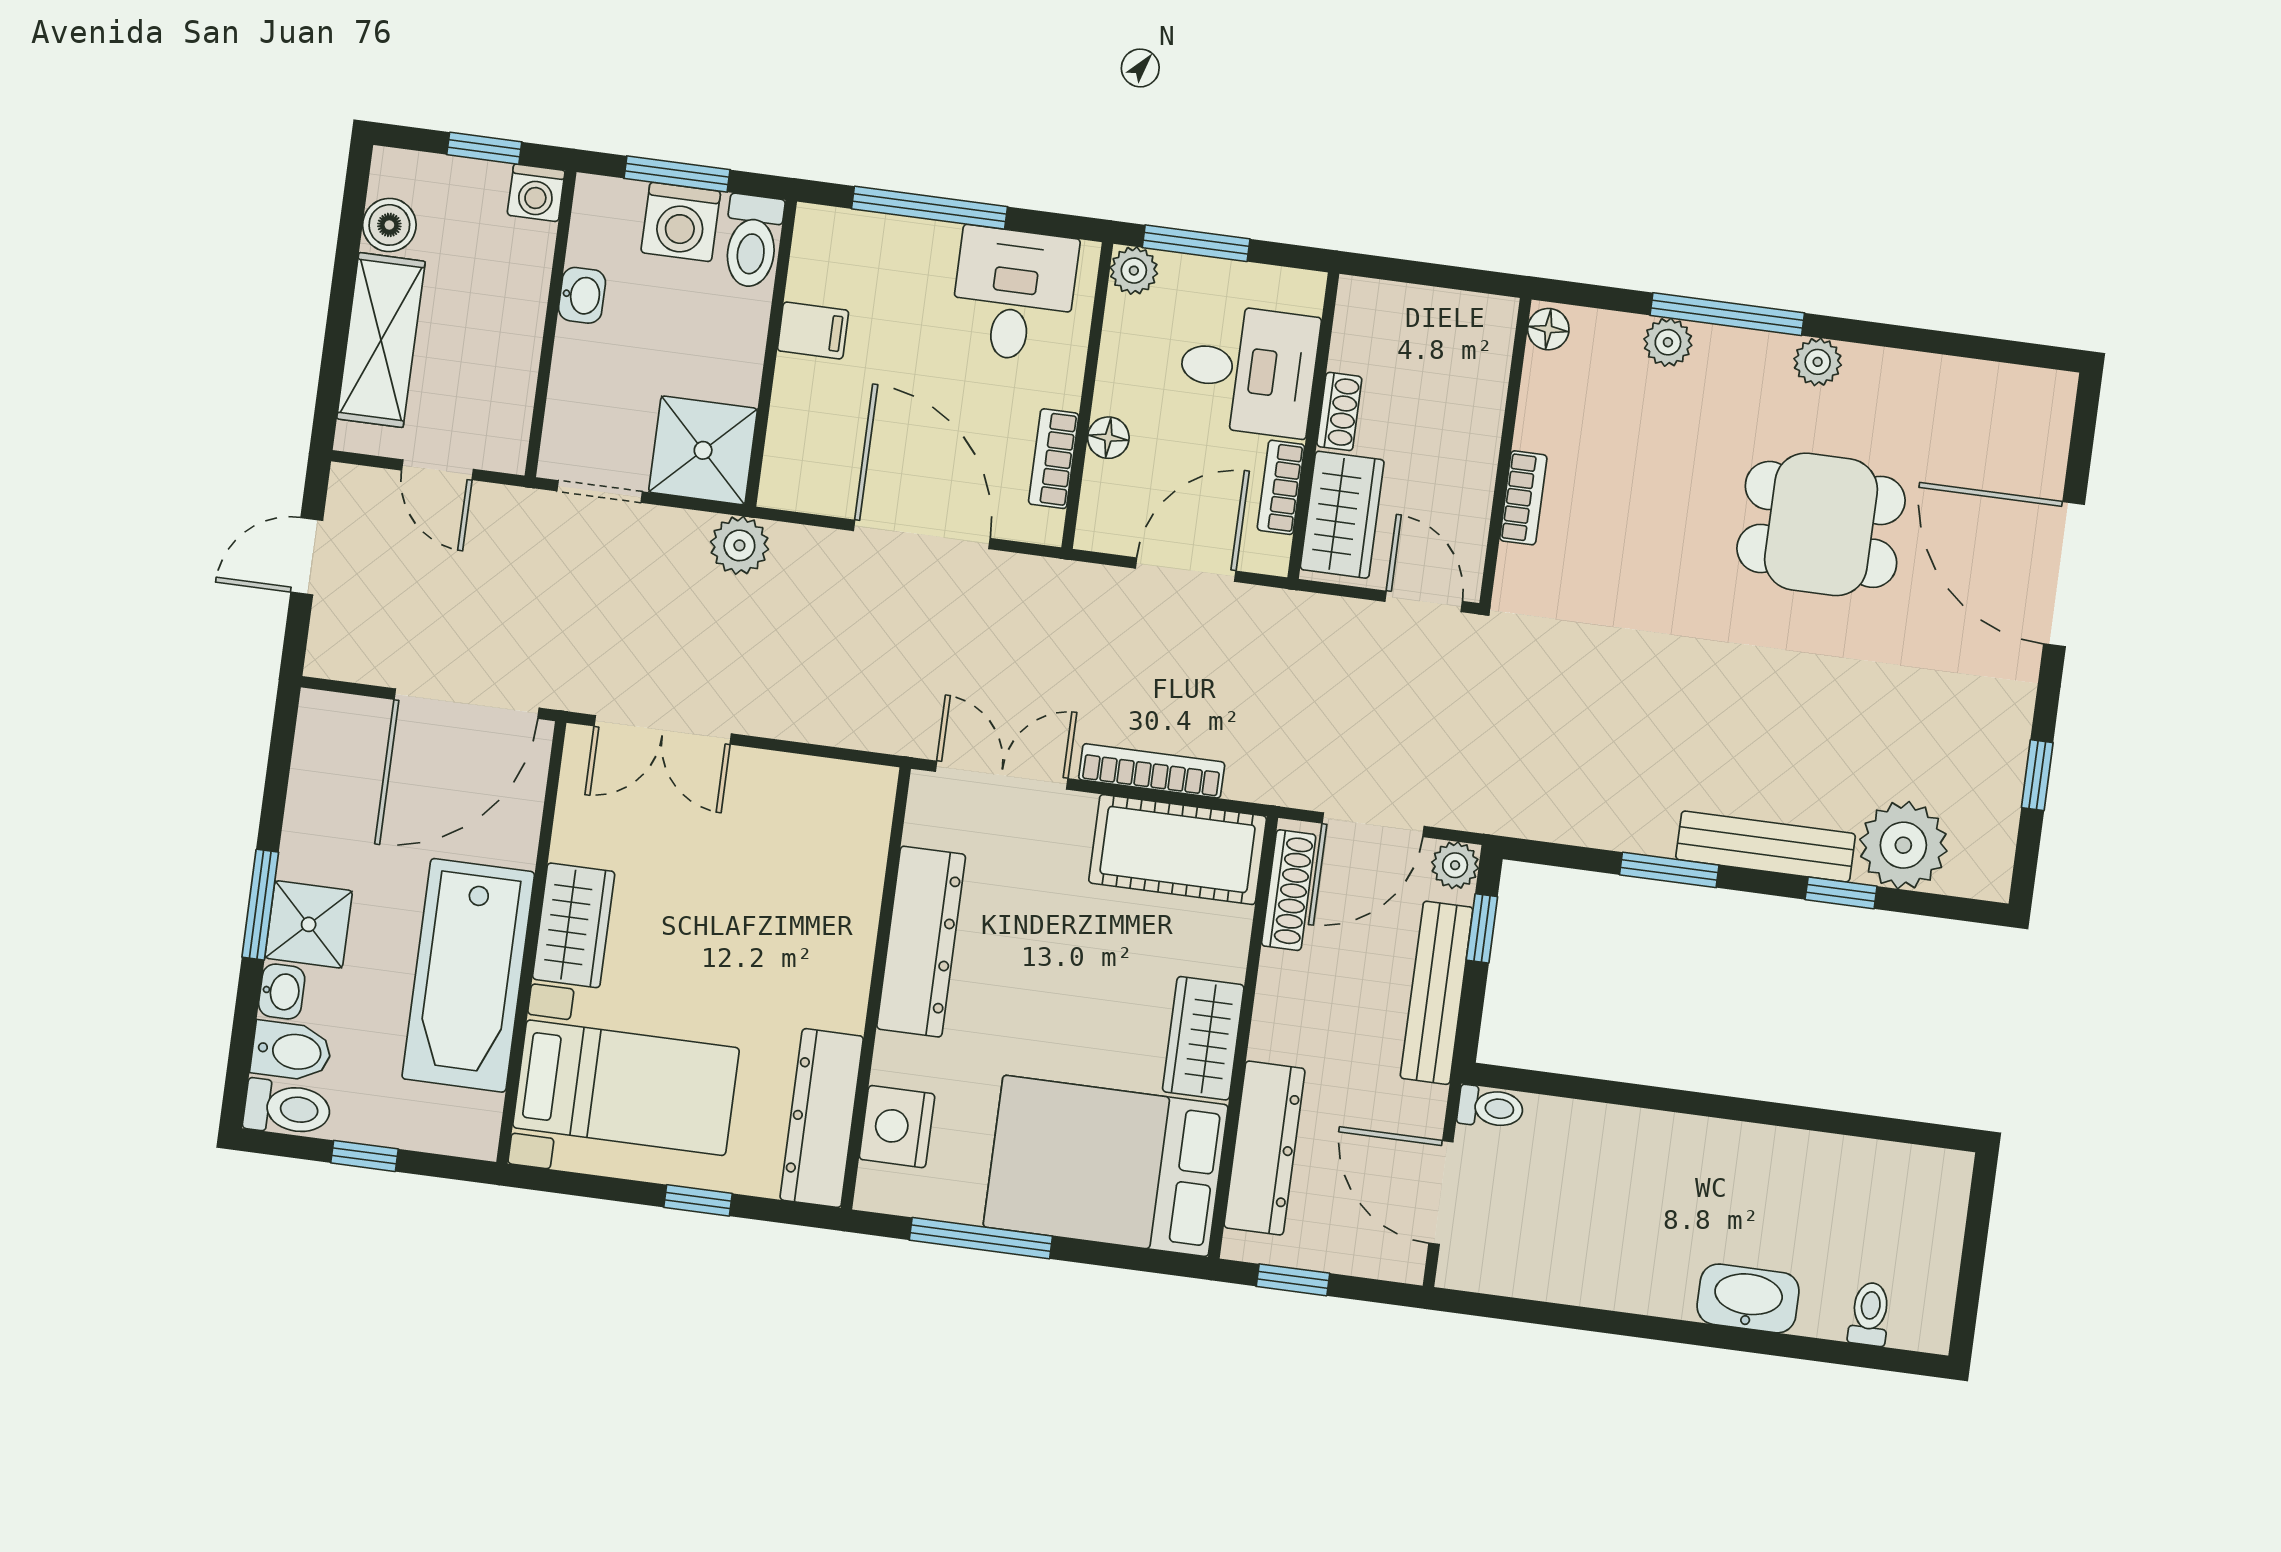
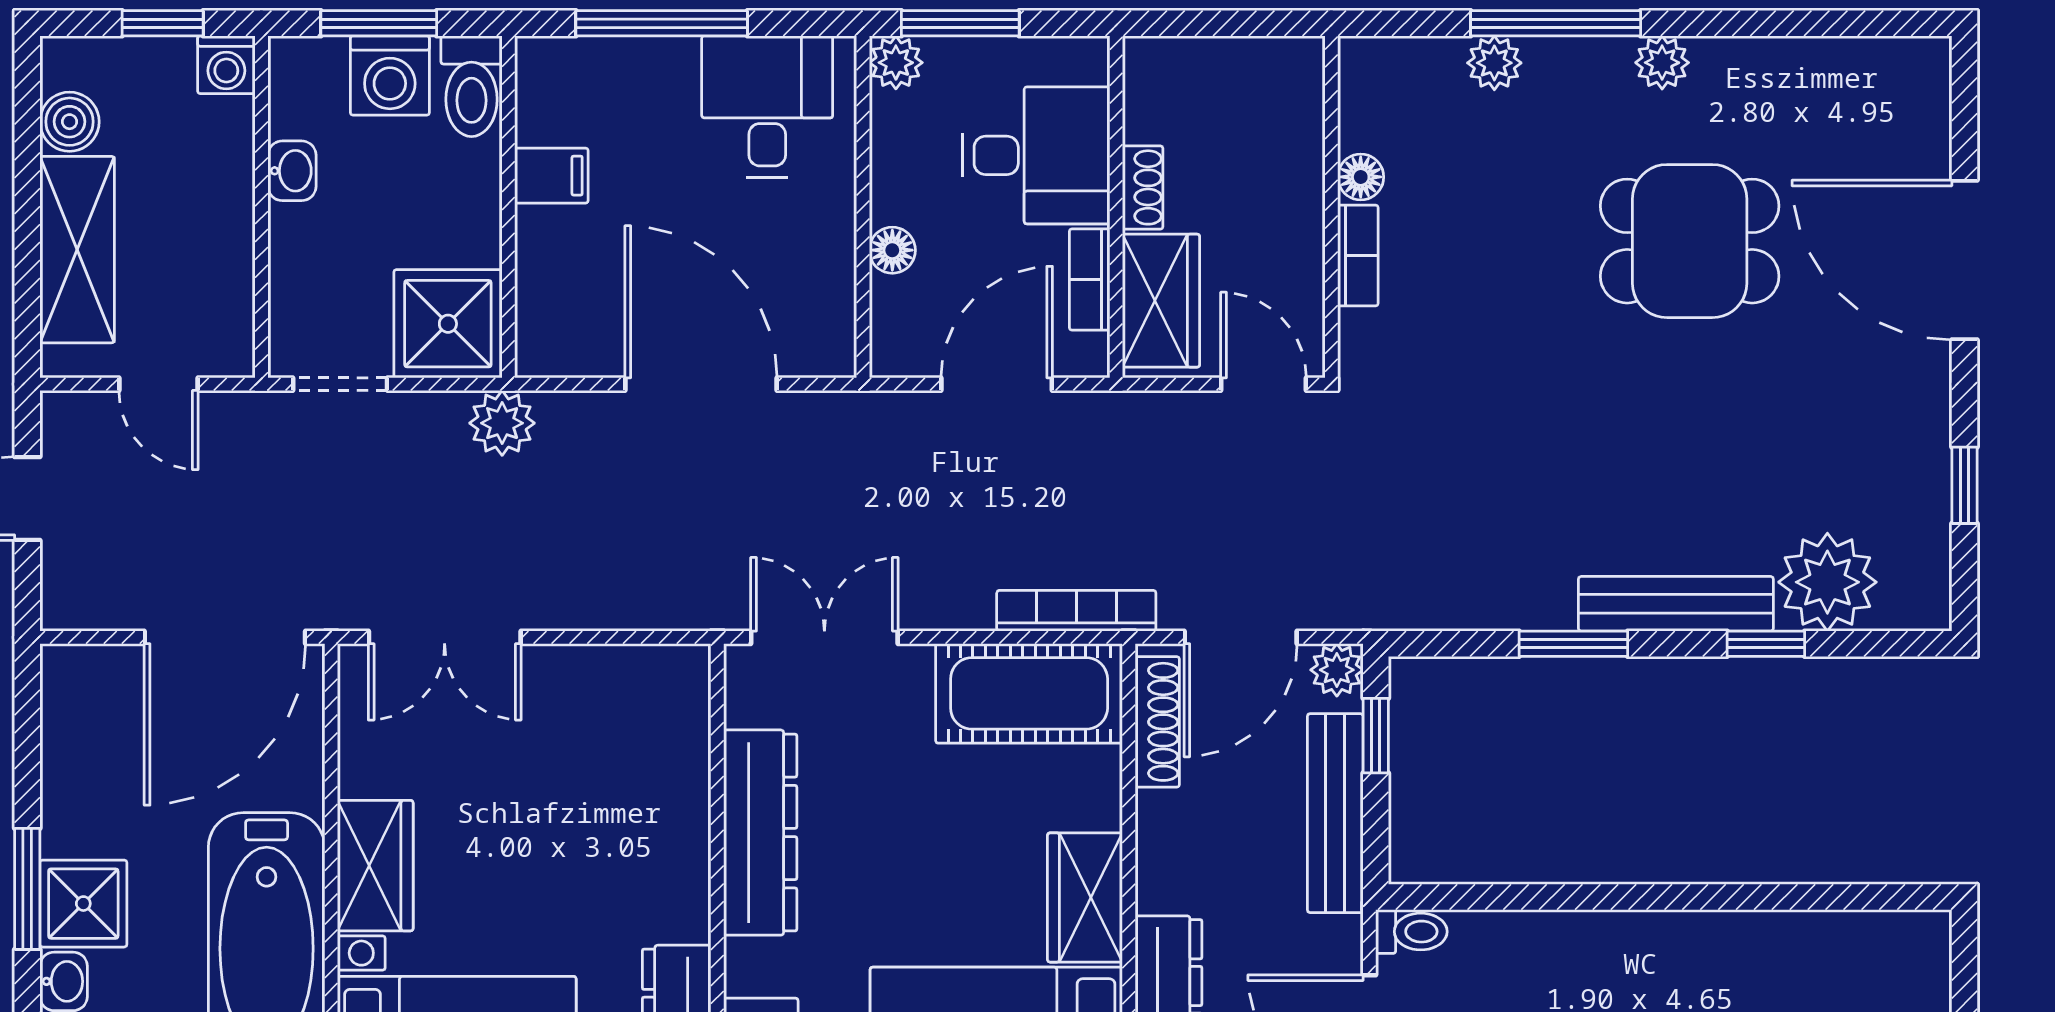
floor lamp: (1548, 329) -> (1361, 177), moved
bookcase: (1054, 459) -> (835, 281), removed
bookcase: (1152, 771) -> (1076, 611), moved

